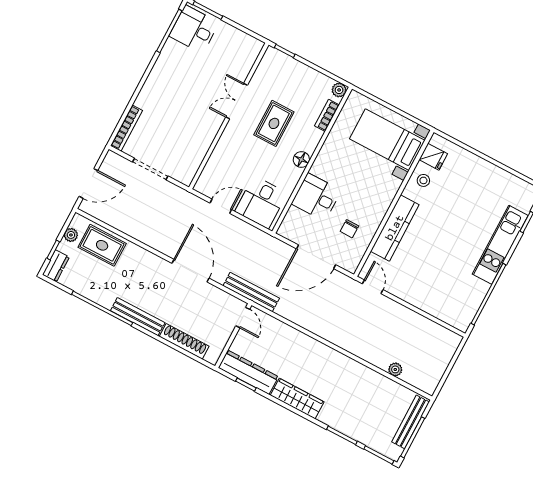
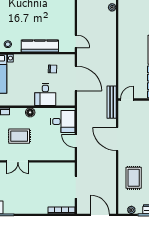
rug: (102, 245) -> (134, 178), moved
door: (190, 271) -> (117, 139), hinge flipped
door: (373, 287) -> (76, 41), swing flipped

